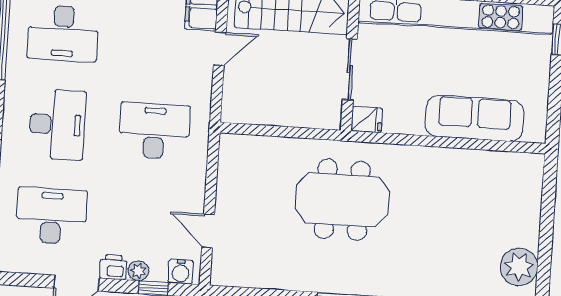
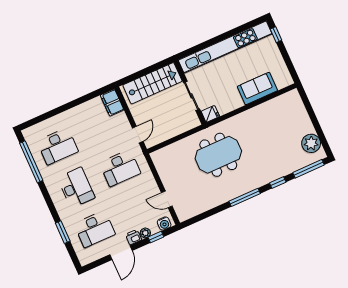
door: (220, 49) -> (138, 135), moved
sofa: (475, 118) -> (257, 89), width x0.73
desk: (154, 131) -> (120, 168), turned 180
desk: (51, 216) -> (95, 229), turned 180

